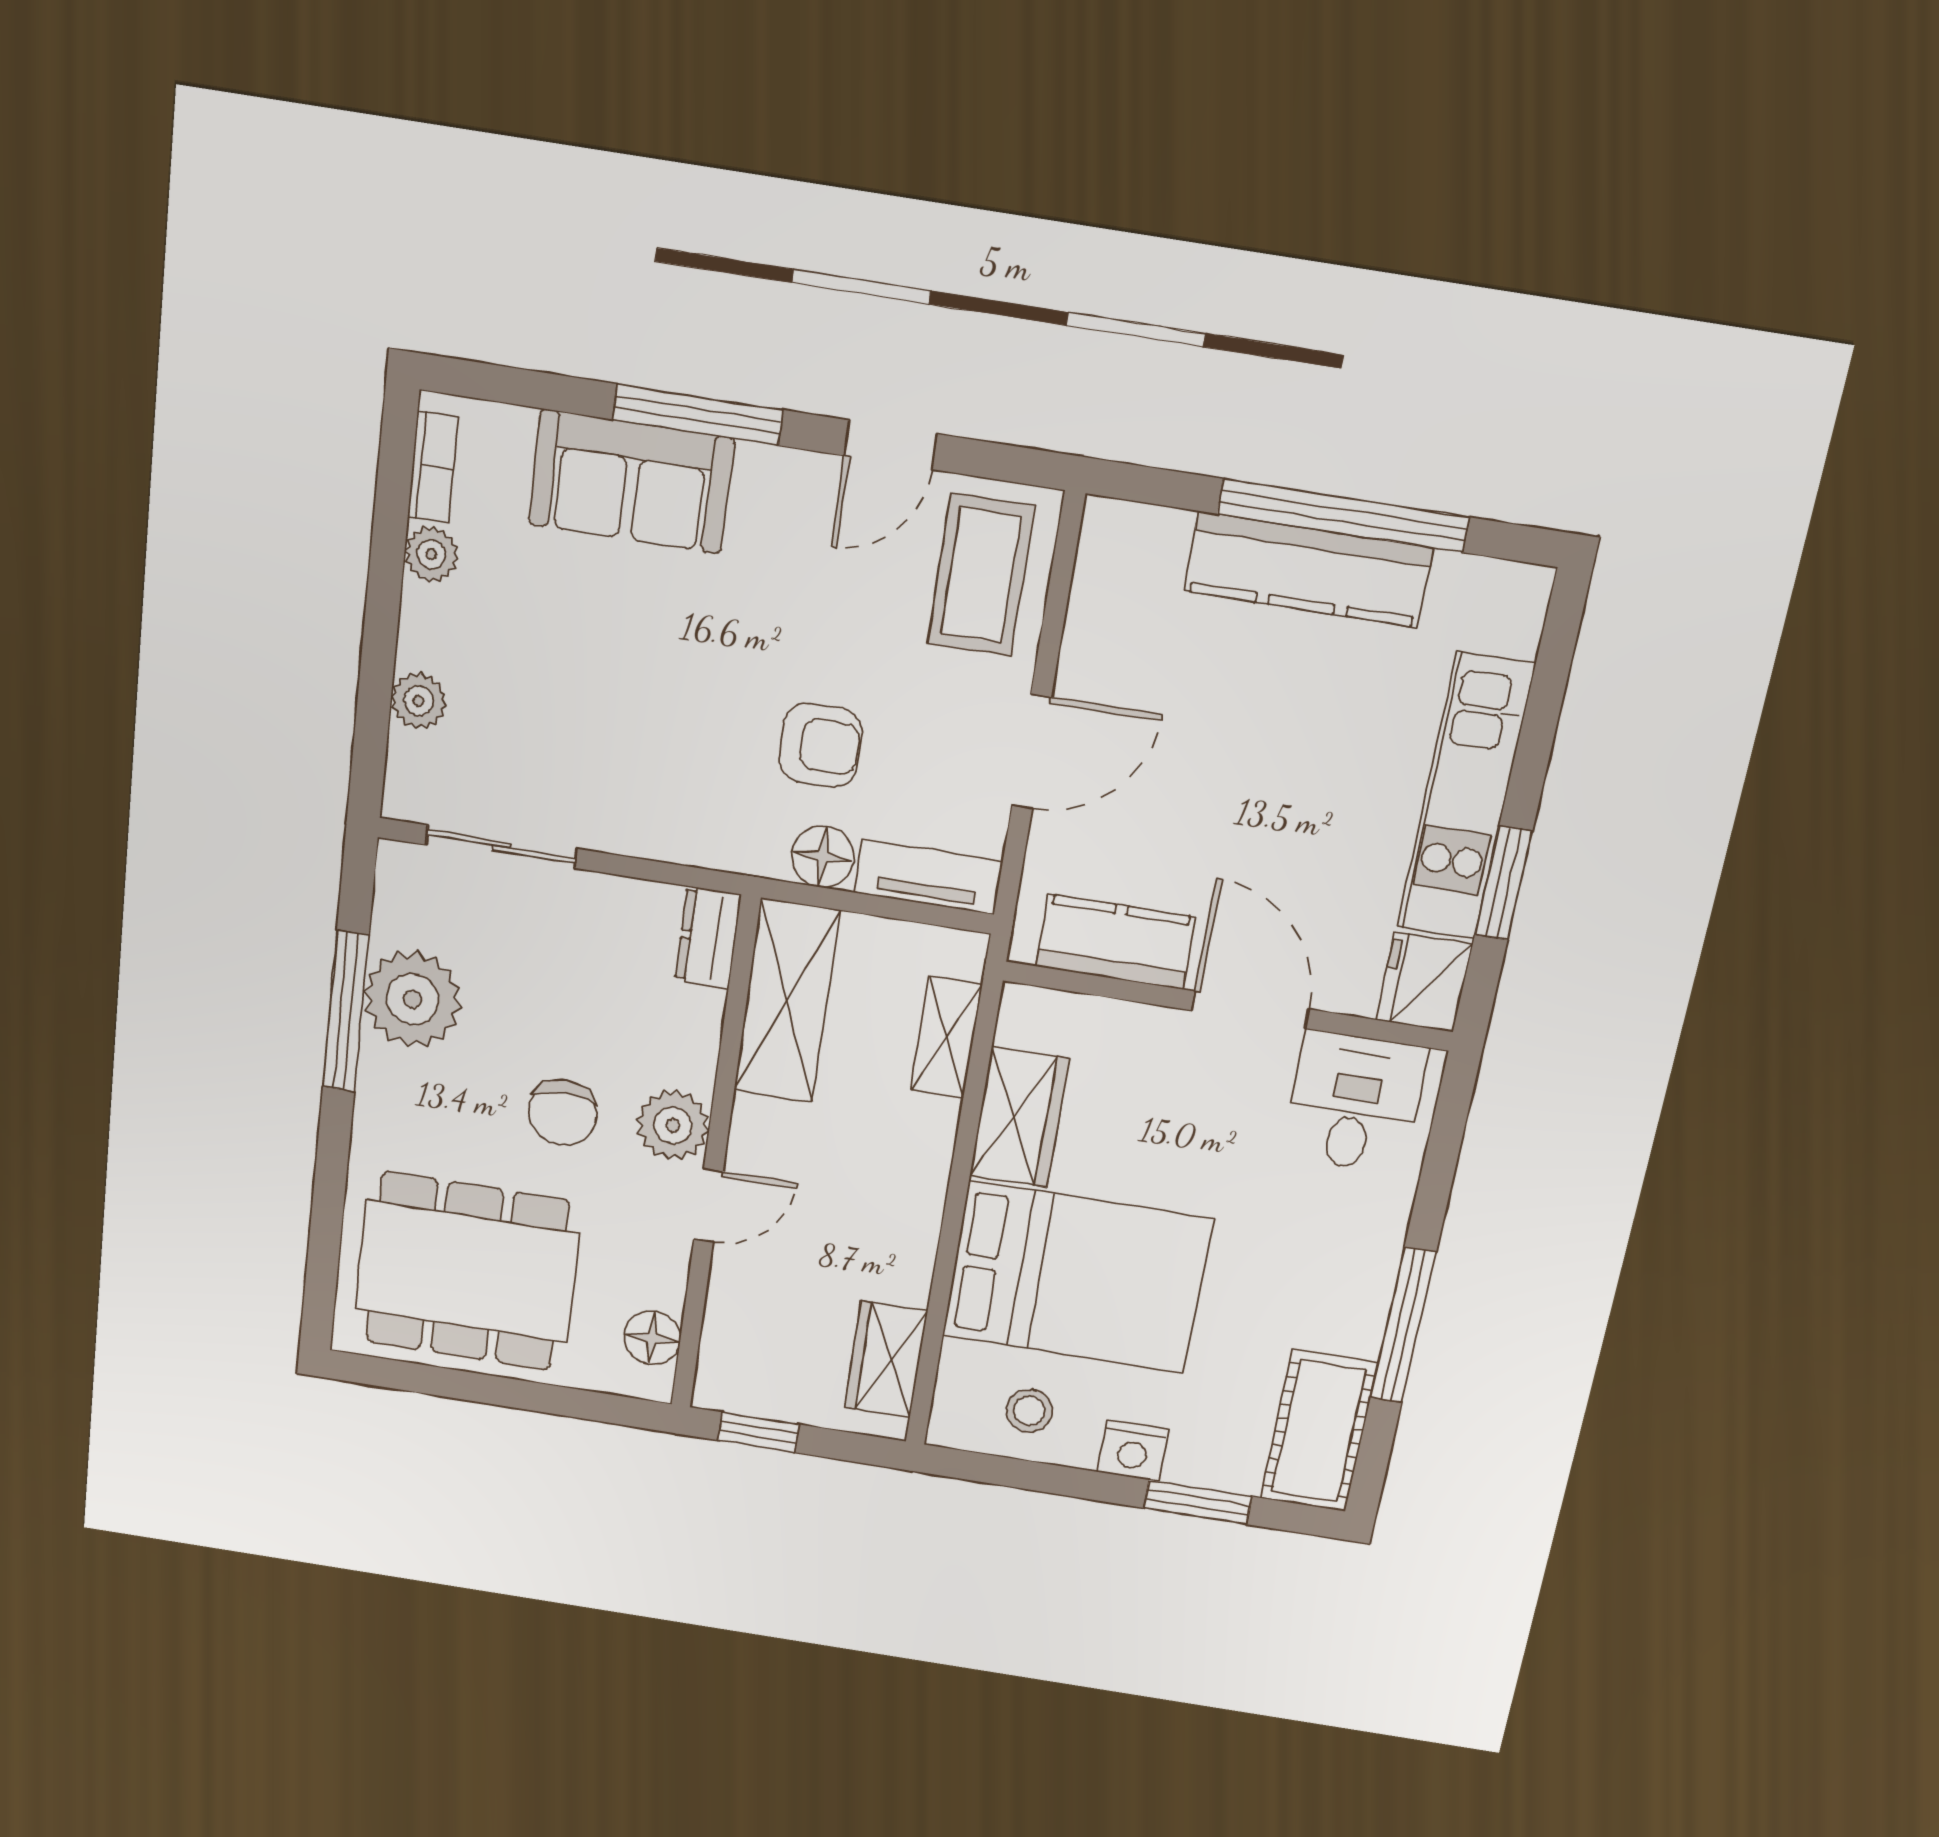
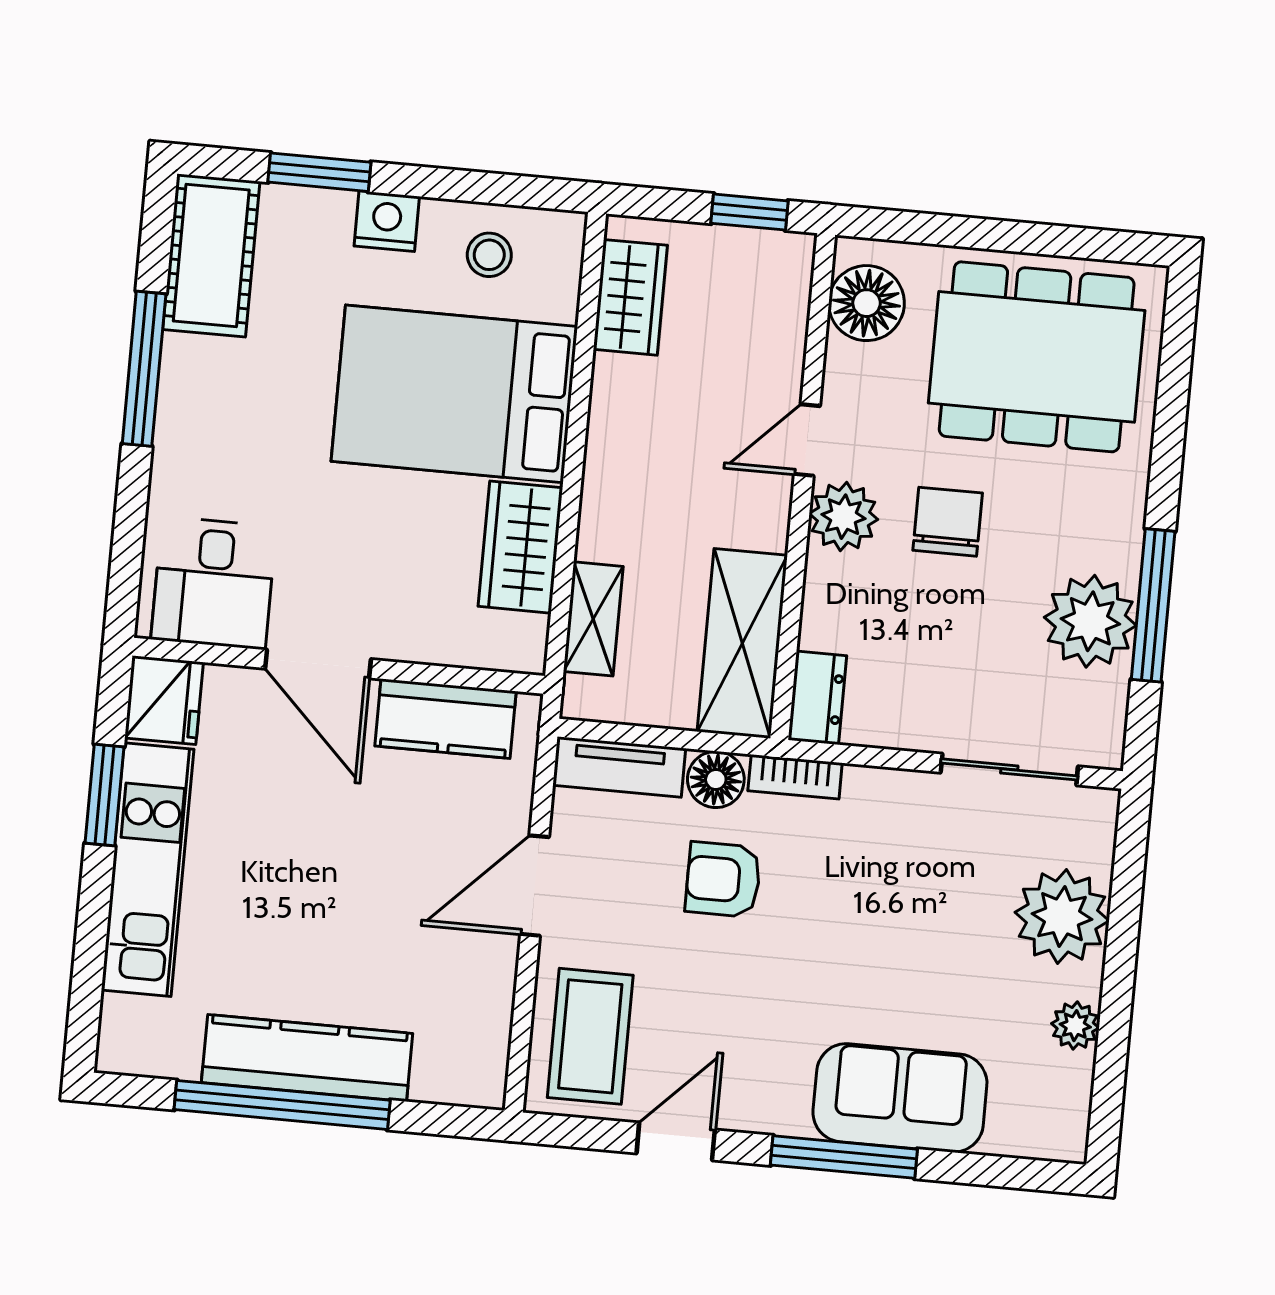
bookcase: (433, 467) -> (795, 777), moved, turned -90
plant: (419, 701) -> (1062, 917), width x1.88, depth x1.88
floor lamp: (652, 1338) -> (867, 303), width x1.38, depth x1.38

